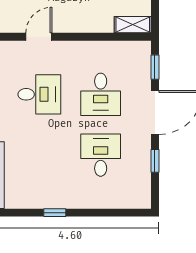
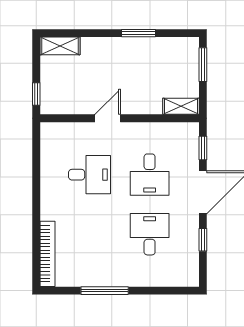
door: (39, 37) -> (108, 118), moved
window: (55, 213) -> (105, 291), width x2.17

